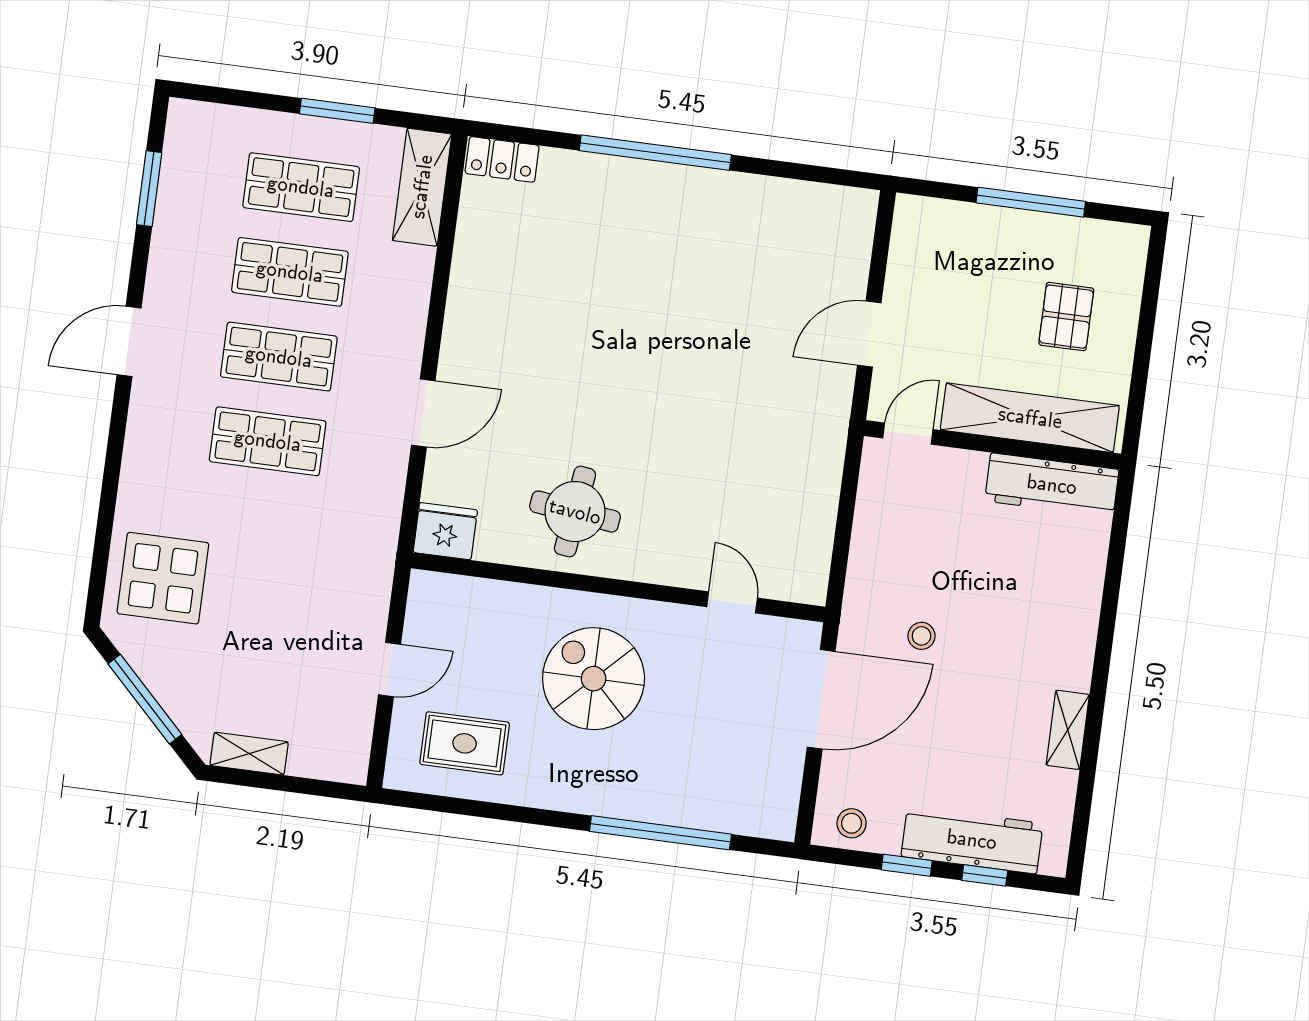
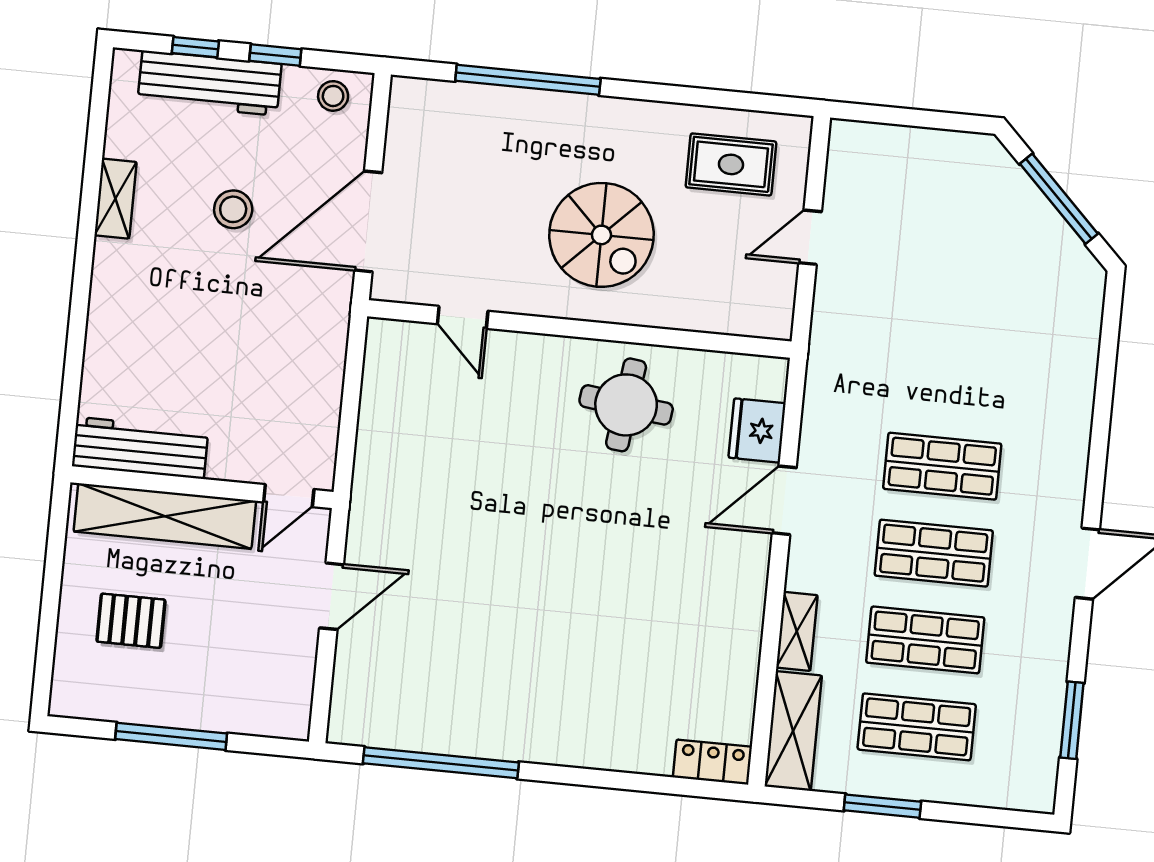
window: (655, 153) -> (441, 763), moved
pallet: (1066, 317) -> (131, 621), turned 90
fridge: (445, 531) -> (757, 430), moved, turned 90
display table: (163, 578) -> (1045, 323), removed
stool: (921, 636) -> (233, 209), moved, width x1.37, depth x1.37
shelving: (249, 754) -> (797, 631), moved, turned 90

